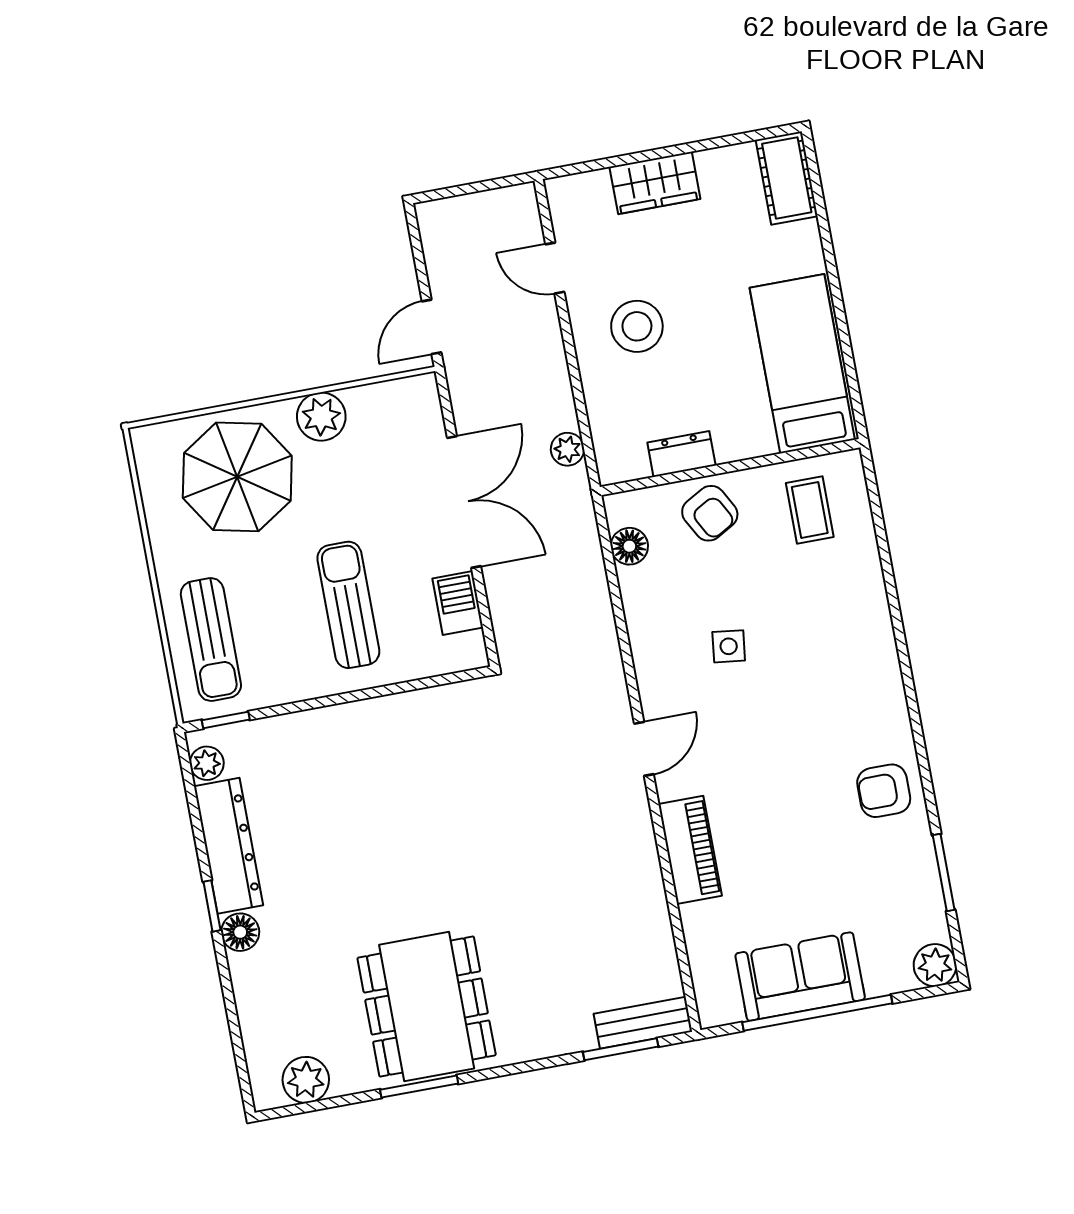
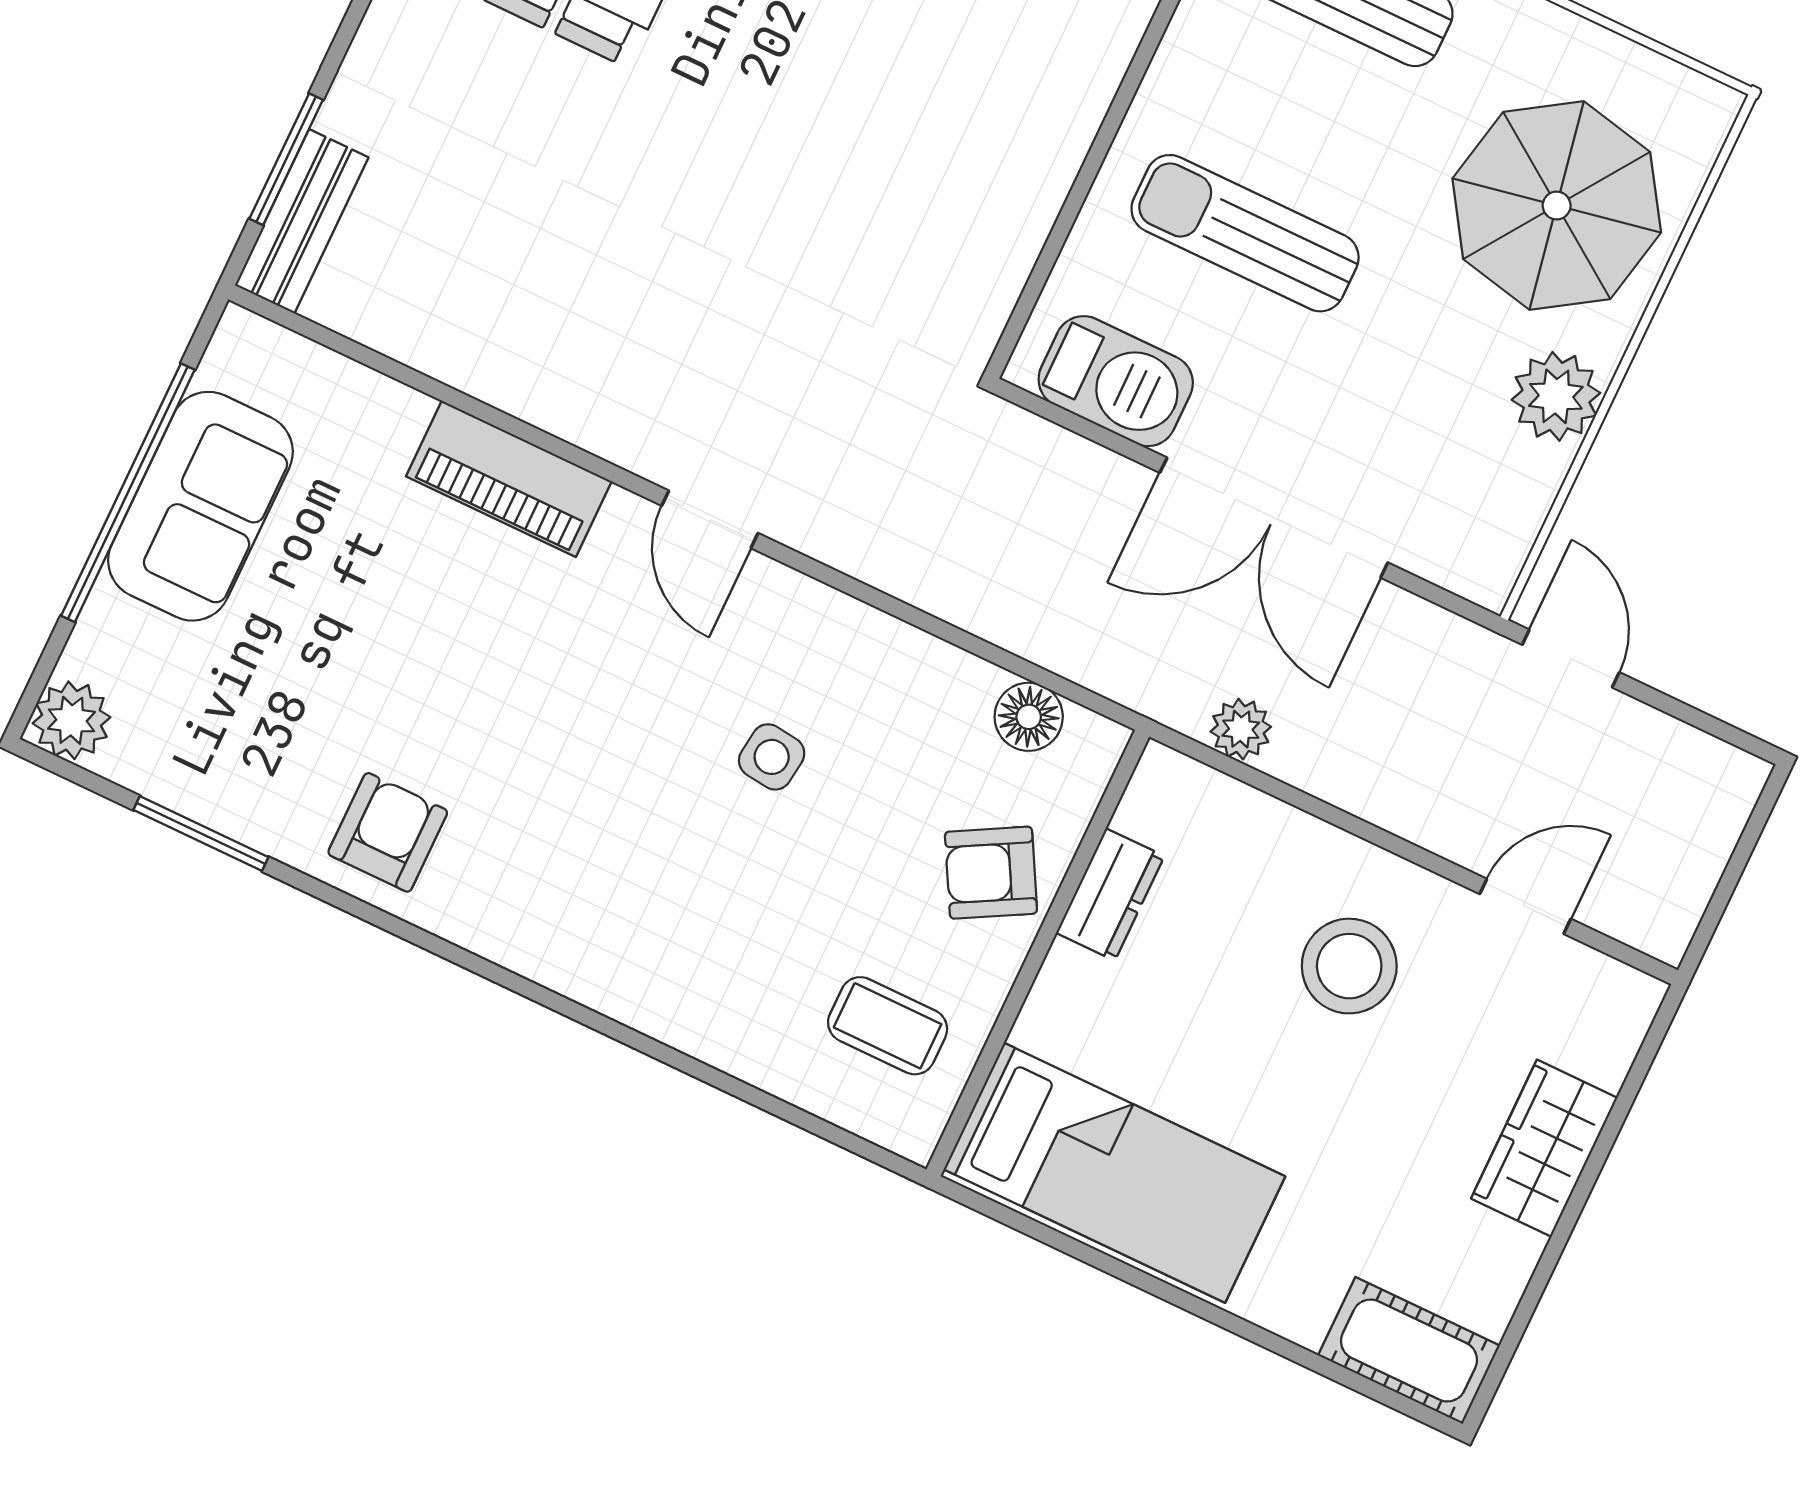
barbecue: (458, 603) -> (1116, 381), width x1.38, depth x1.27
sun lounger: (348, 605) -> (1245, 233), turned 180

